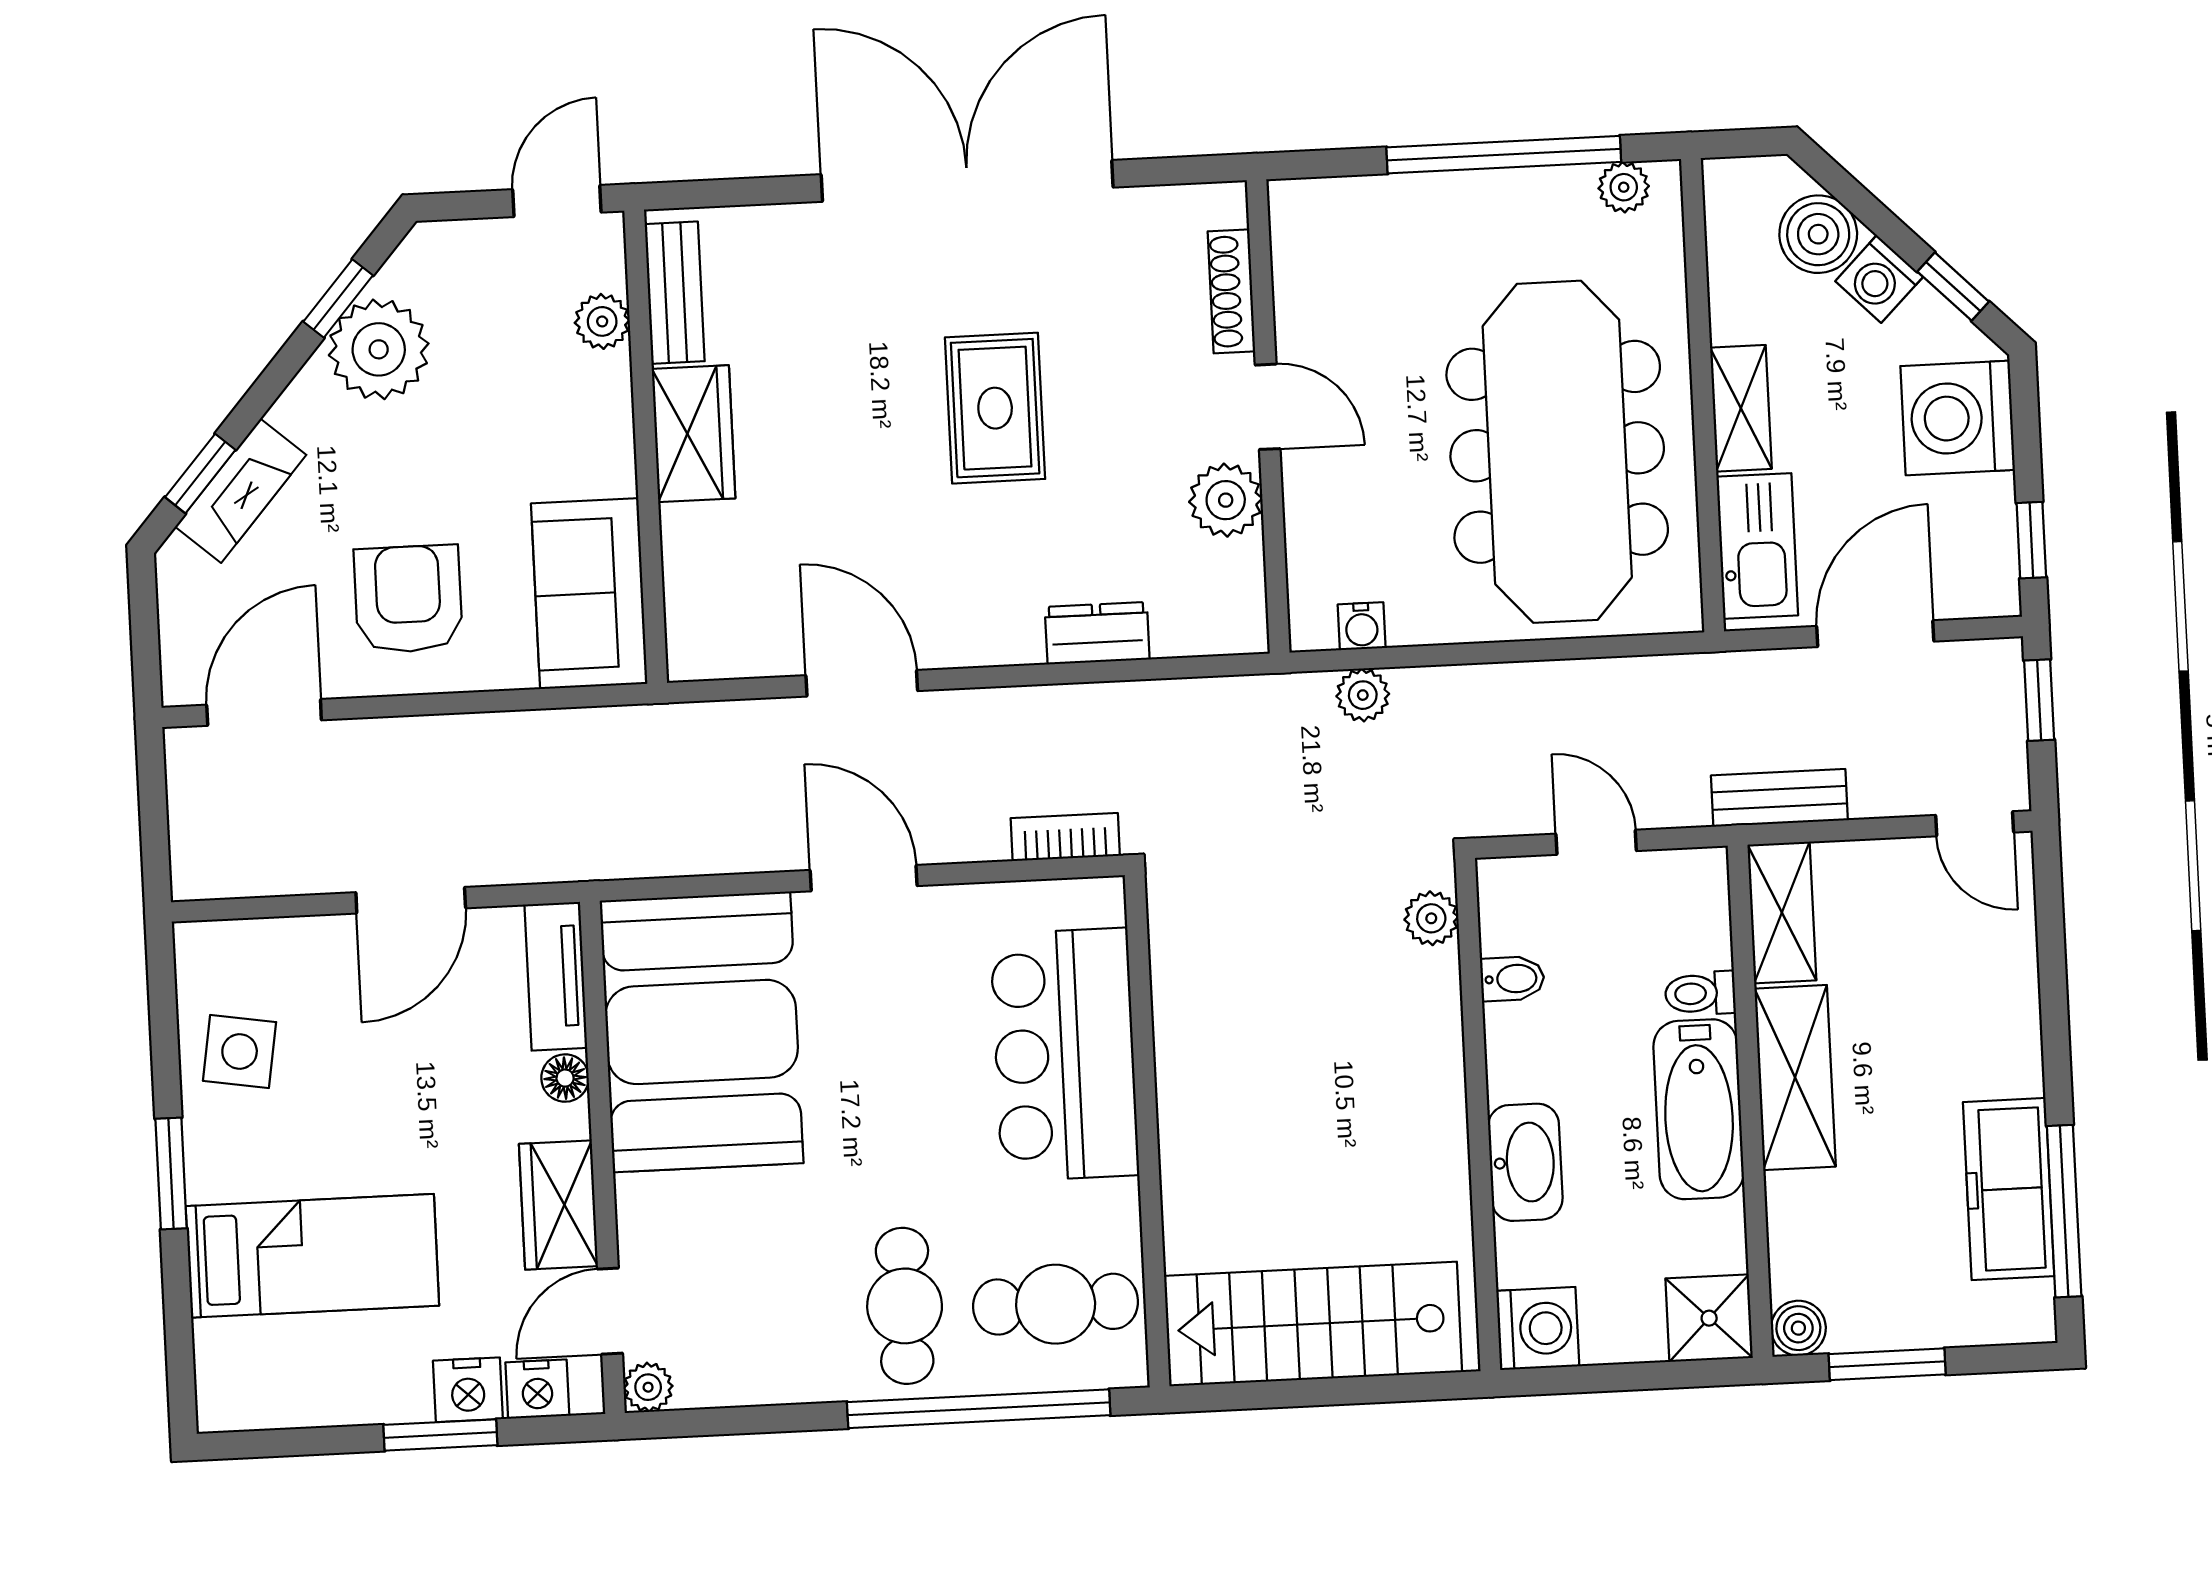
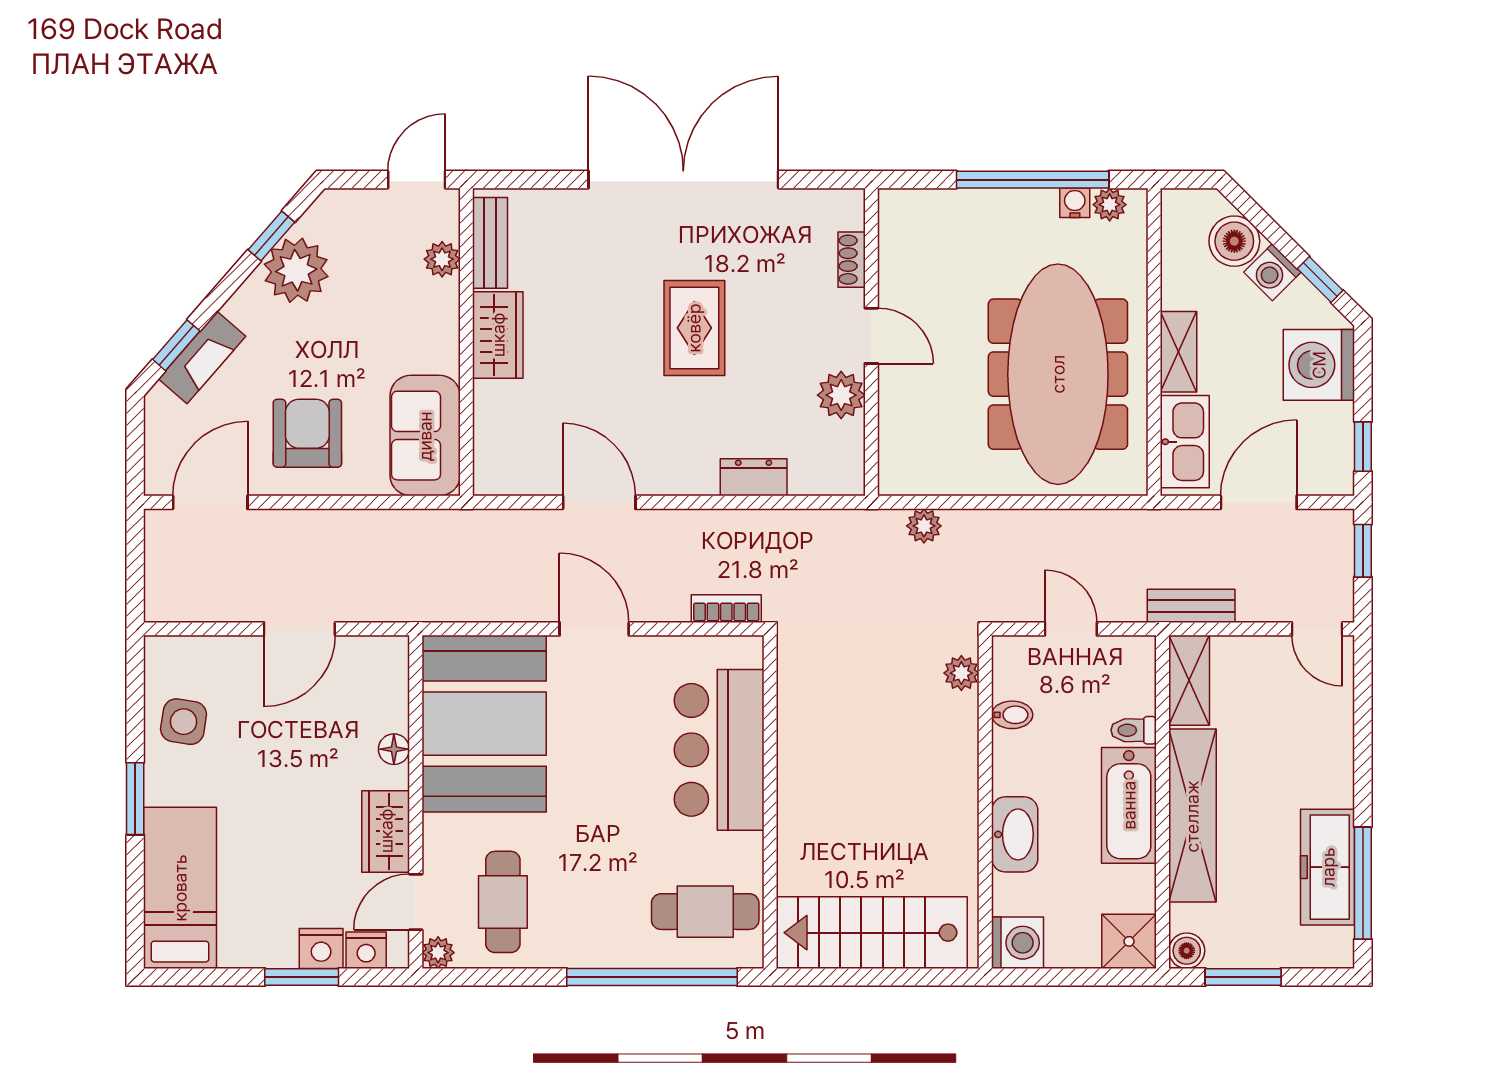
shoe rack: (1231, 291) -> (852, 260), width x0.70
water cooler: (1362, 626) -> (1075, 203), moved, turned 180
tv unit: (556, 976) -> (391, 683), removed
shelving: (1795, 1078) -> (1192, 816), width x1.47
bed: (312, 1256) -> (180, 888), moved, turned -90
cafe table: (905, 1306) -> (503, 902), moved

